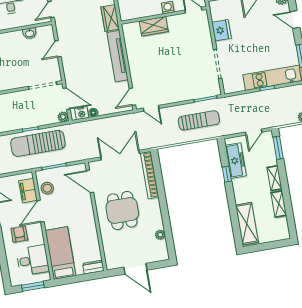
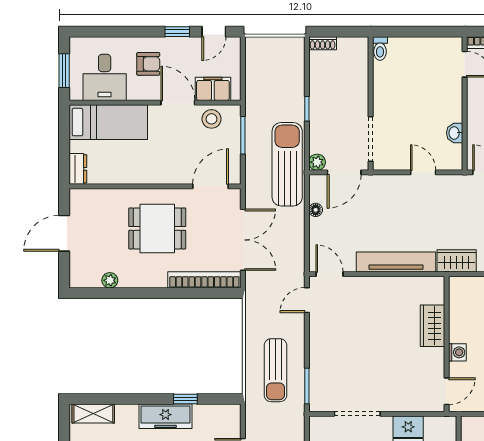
nightstand: (82, 113) -> (318, 192), removed
sun lounger: (38, 143) -> (287, 164), moved
freezer: (236, 161) -> (165, 416), moved
shelving: (247, 224) -> (93, 414), width x0.67, depth x0.75

